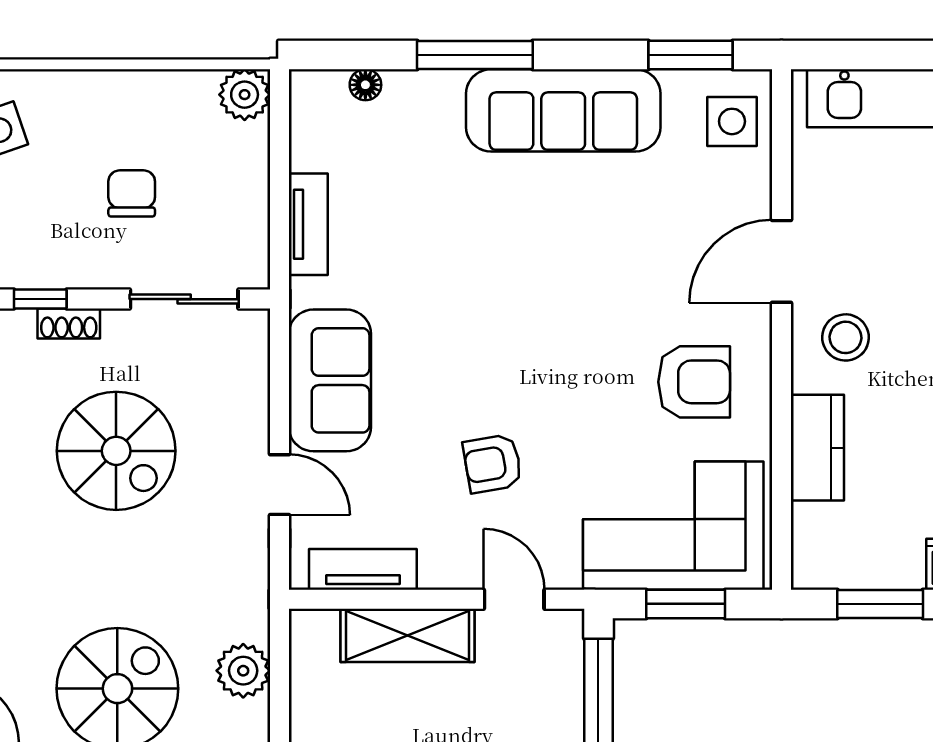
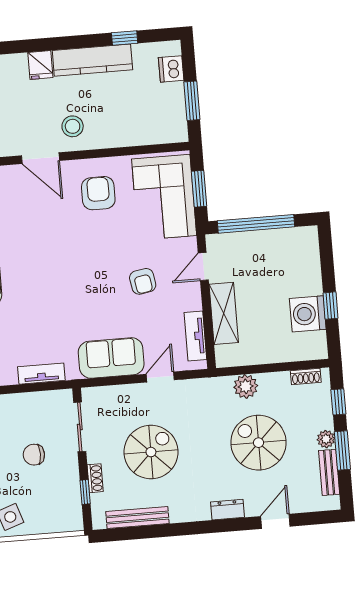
kitchen counter: (817, 448) -> (123, 135), removed

